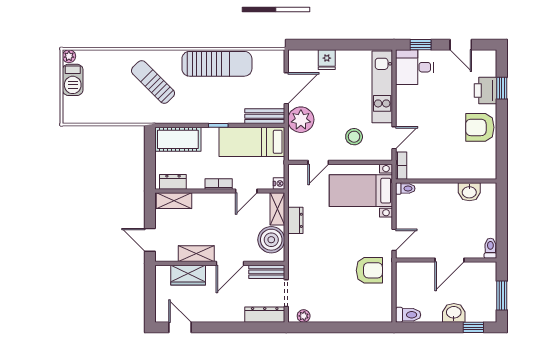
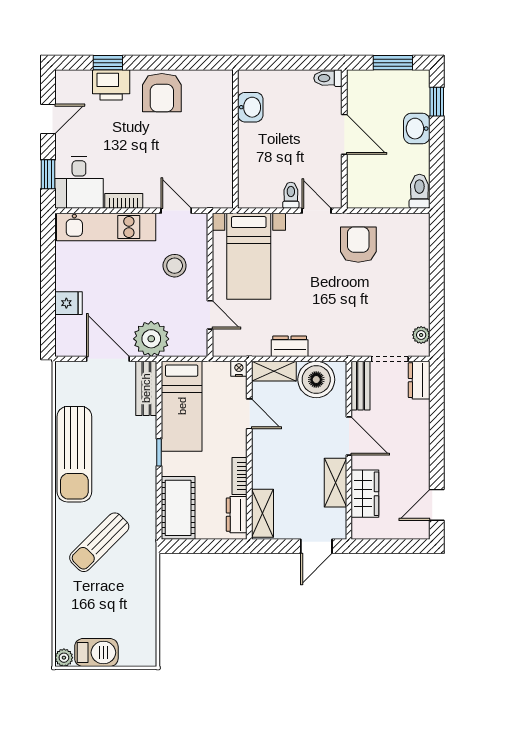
sun lounger: (217, 64) -> (74, 454), turned 180
bookcase: (401, 166) -> (124, 201), moved
bookcase: (219, 184) -> (240, 476), moved
toilet: (405, 189) -> (291, 195), moved
dresser: (265, 315) -> (419, 380), width x0.70

